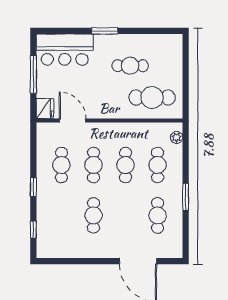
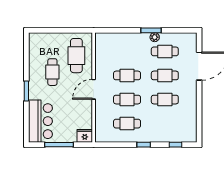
door: (73, 121) -> (94, 89), moved
plant: (177, 137) -> (155, 37), moved
cafe table: (158, 165) -> (165, 75), moved

